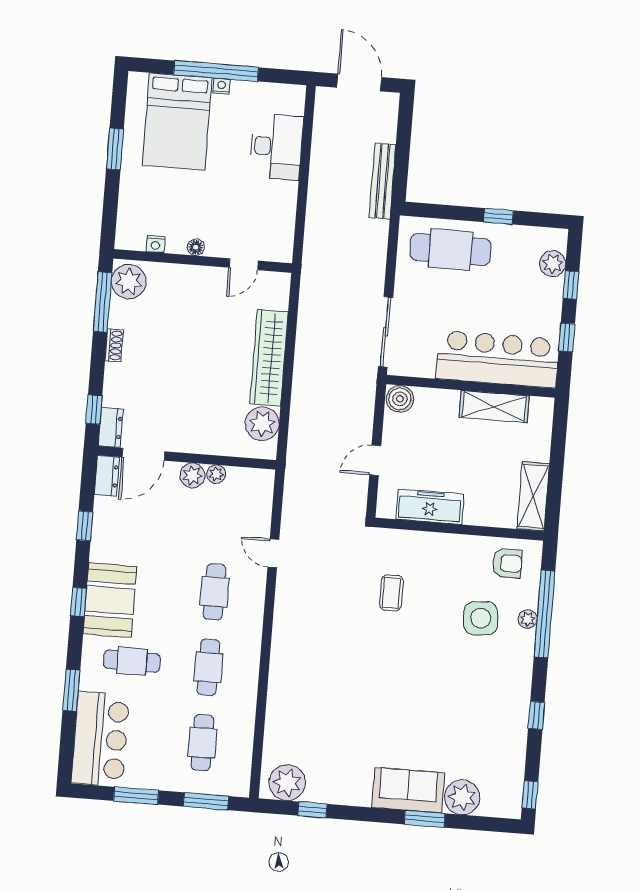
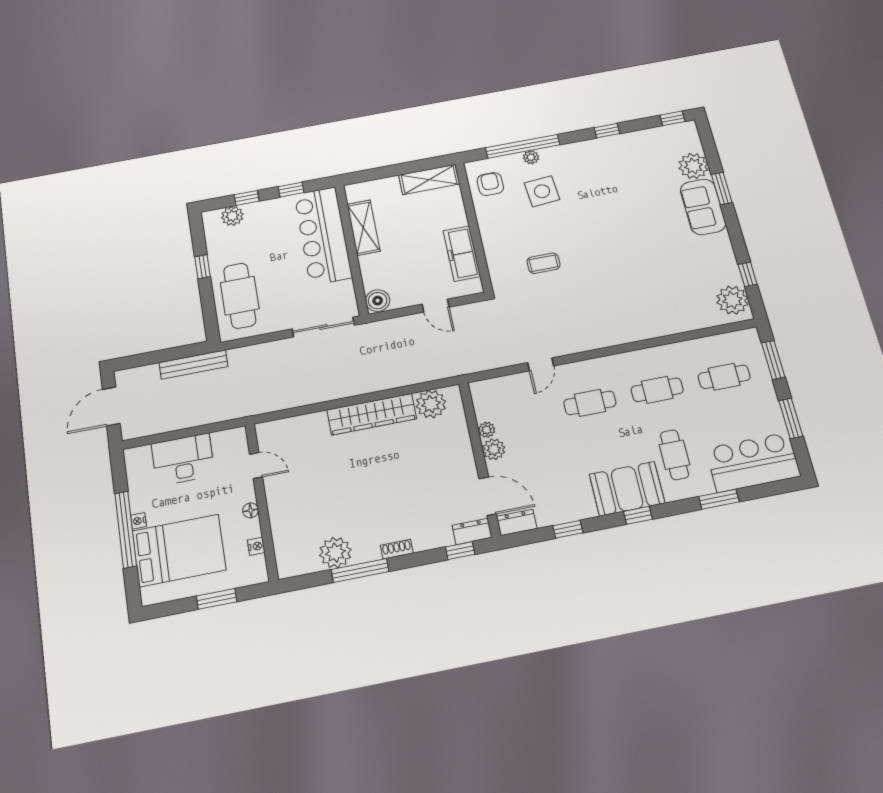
nightstand: (155, 244) -> (256, 546), moved
floor lamp: (196, 247) -> (251, 510), moved
wall: (203, 261) -> (262, 501), moved
door: (244, 264) -> (256, 466), moved

